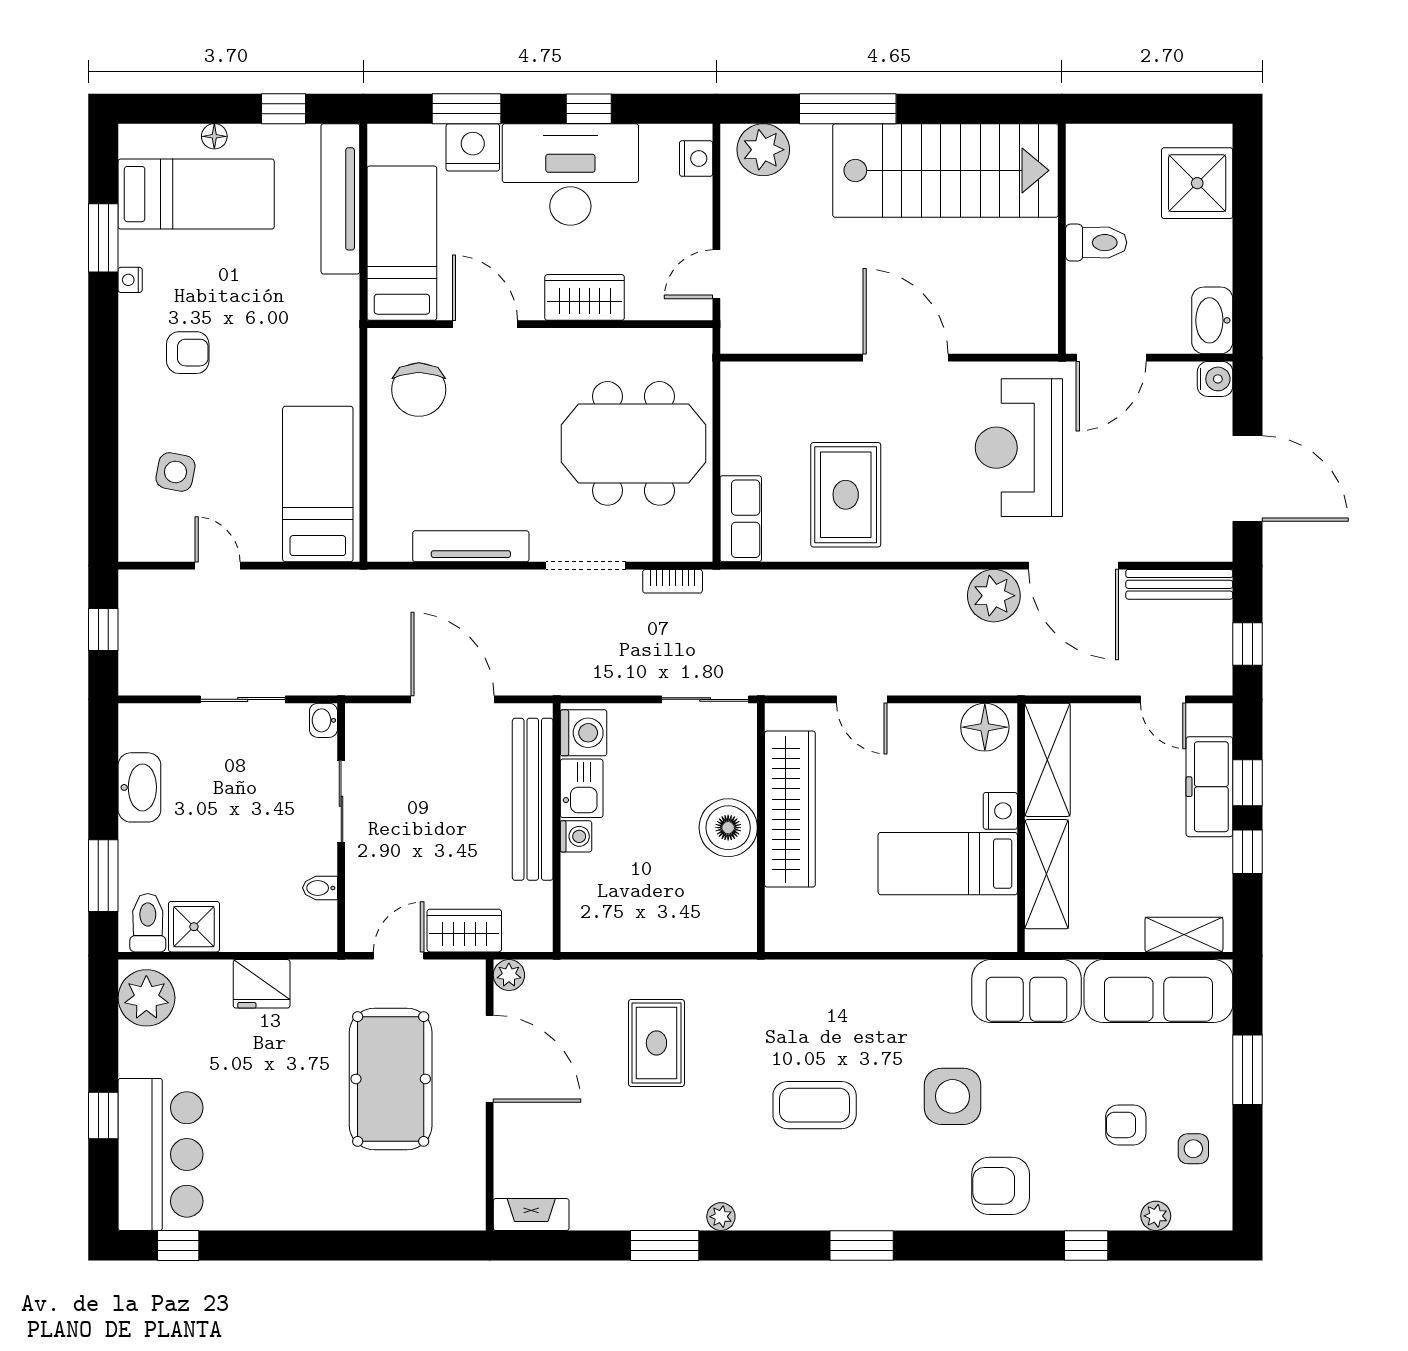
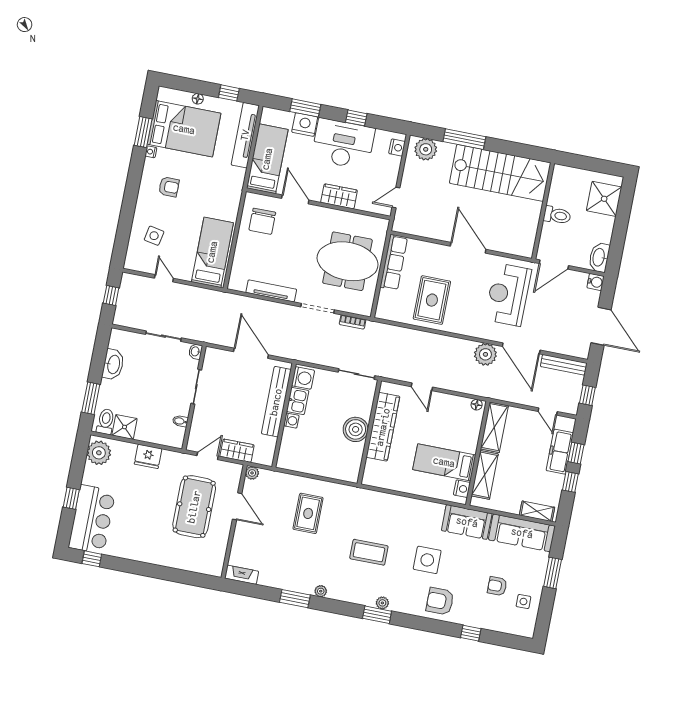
bed: (196, 194) -> (184, 129), width x1.50
row of seats: (741, 519) -> (394, 262), moved, width x1.48
floor lamp: (985, 727) -> (477, 405), width x0.53, depth x0.53
nightstand: (1000, 811) -> (462, 489), moved
door: (490, 1059) -> (237, 506), width x0.73
plant: (1156, 1216) -> (382, 603), moved

